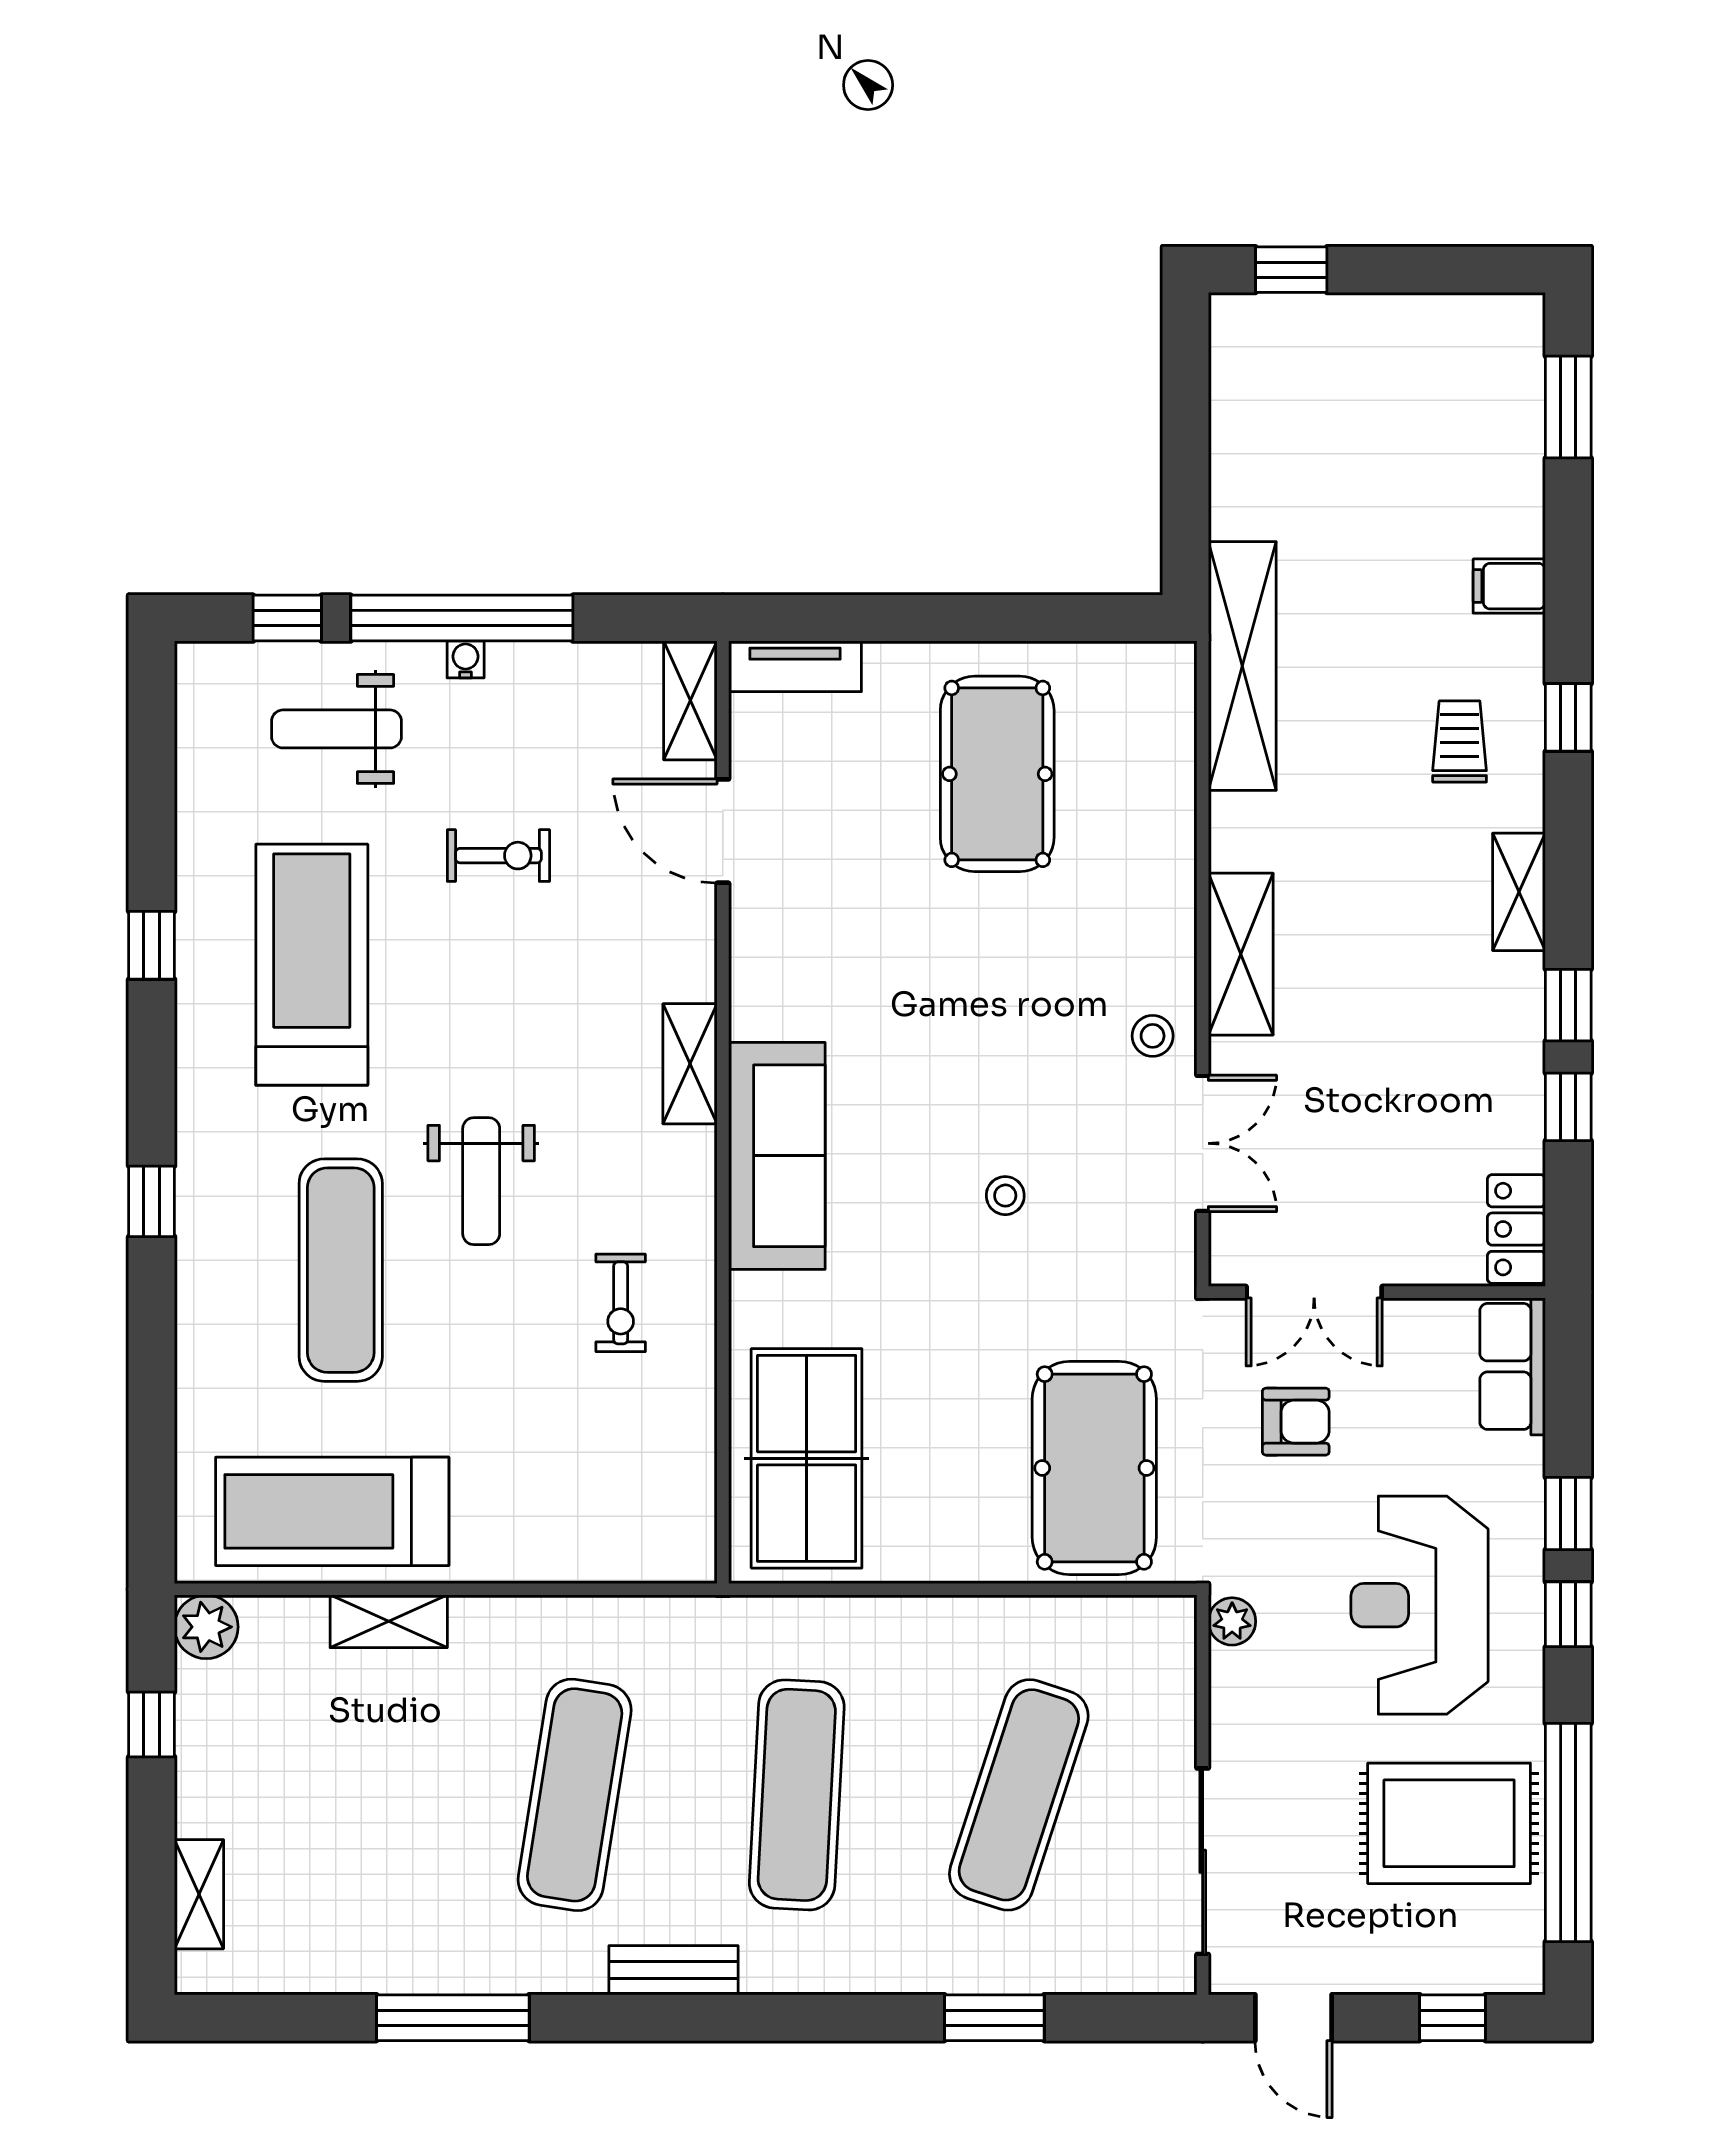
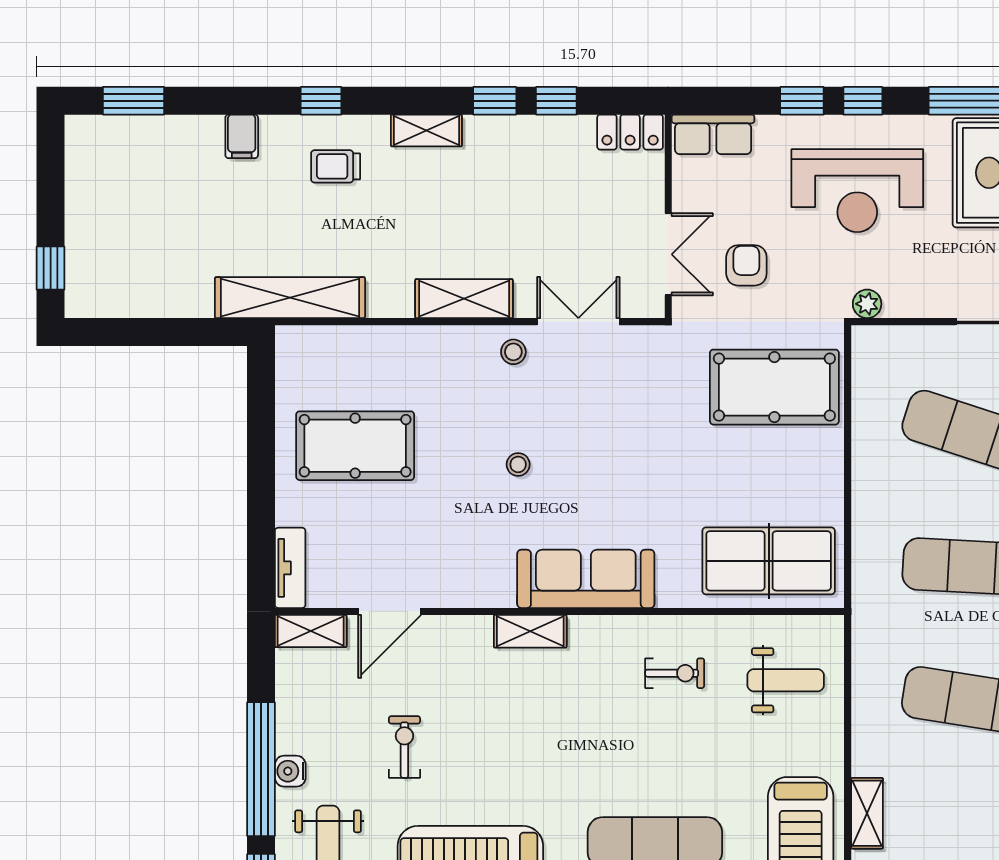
water cooler: (466, 659) -> (290, 771), width x1.38, depth x1.38
weight bench: (481, 1181) -> (786, 680), moved
stool: (1005, 1196) -> (518, 464), moved

